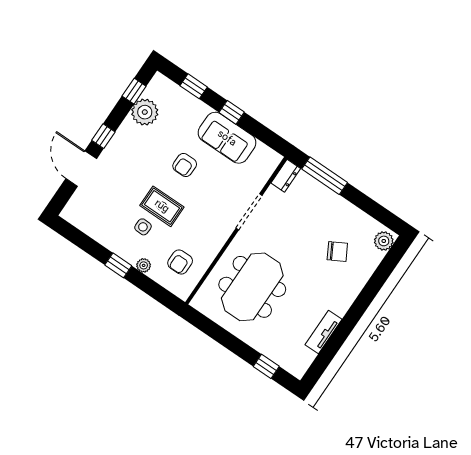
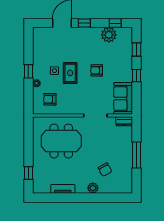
sofa: (227, 138) -> (123, 98), moved
window: (325, 176) -> (136, 155), moved
plant: (384, 241) -> (93, 188), moved

